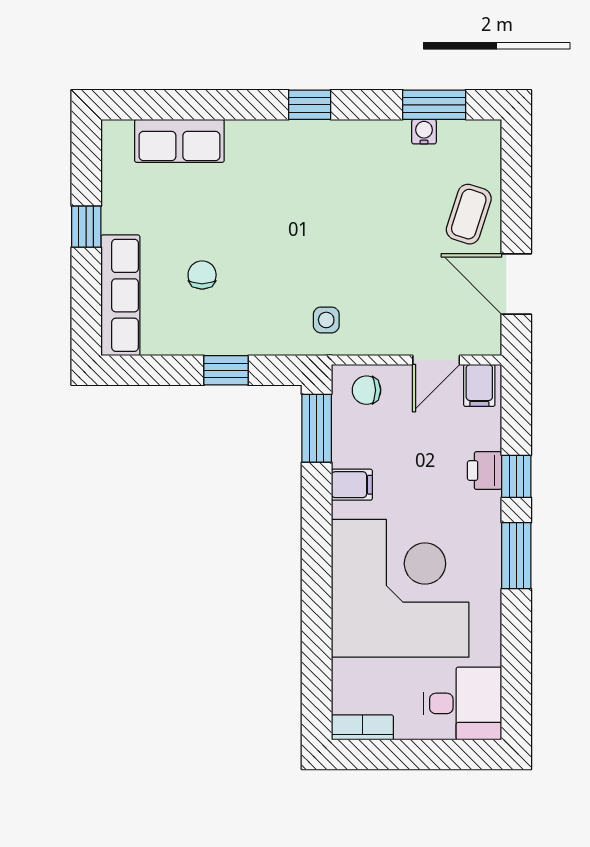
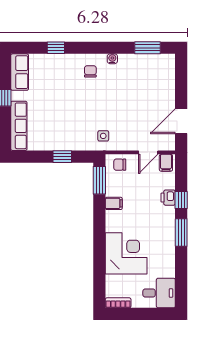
window: (310, 105) -> (56, 48), moved
water cooler: (424, 132) -> (112, 59), moved
row of seats: (179, 141) -> (20, 72), moved, turned -90
coffee table: (469, 214) -> (162, 93), removed
chair: (202, 275) -> (90, 71), moved
door: (516, 284) -> (181, 121), hinge flipped
corner desk: (400, 588) -> (126, 253), width x0.74, depth x0.74

